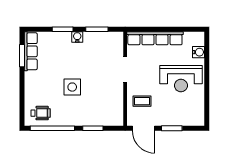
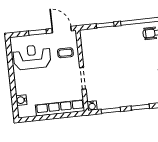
water cooler: (77, 37) -> (92, 106), moved
reception desk: (181, 79) -> (32, 57), moved
side table: (72, 87) -> (127, 59), removed

